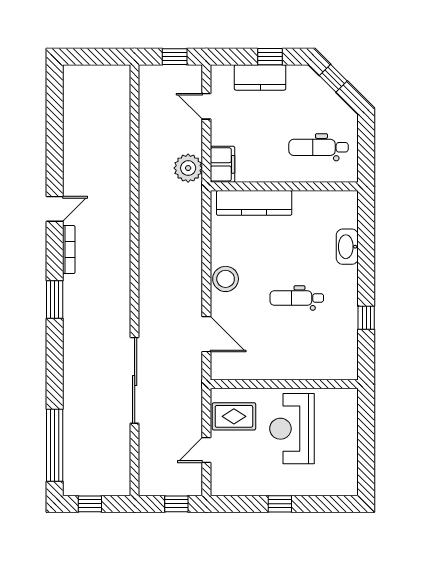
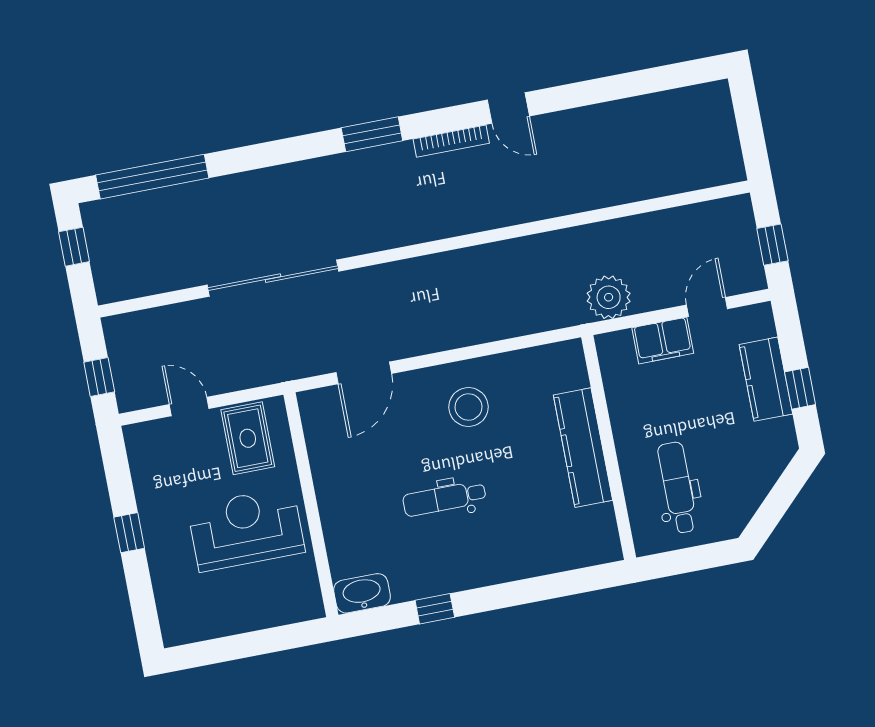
window: (333, 78) -> (786, 490), removed
filing cabinet: (223, 164) -> (663, 340), moved
kitchen counter: (254, 203) -> (583, 448), moved
washbasin: (347, 247) -> (362, 593), moved
stool: (226, 279) -> (468, 407), moved
dental chair: (297, 298) -> (444, 499), turned -90

